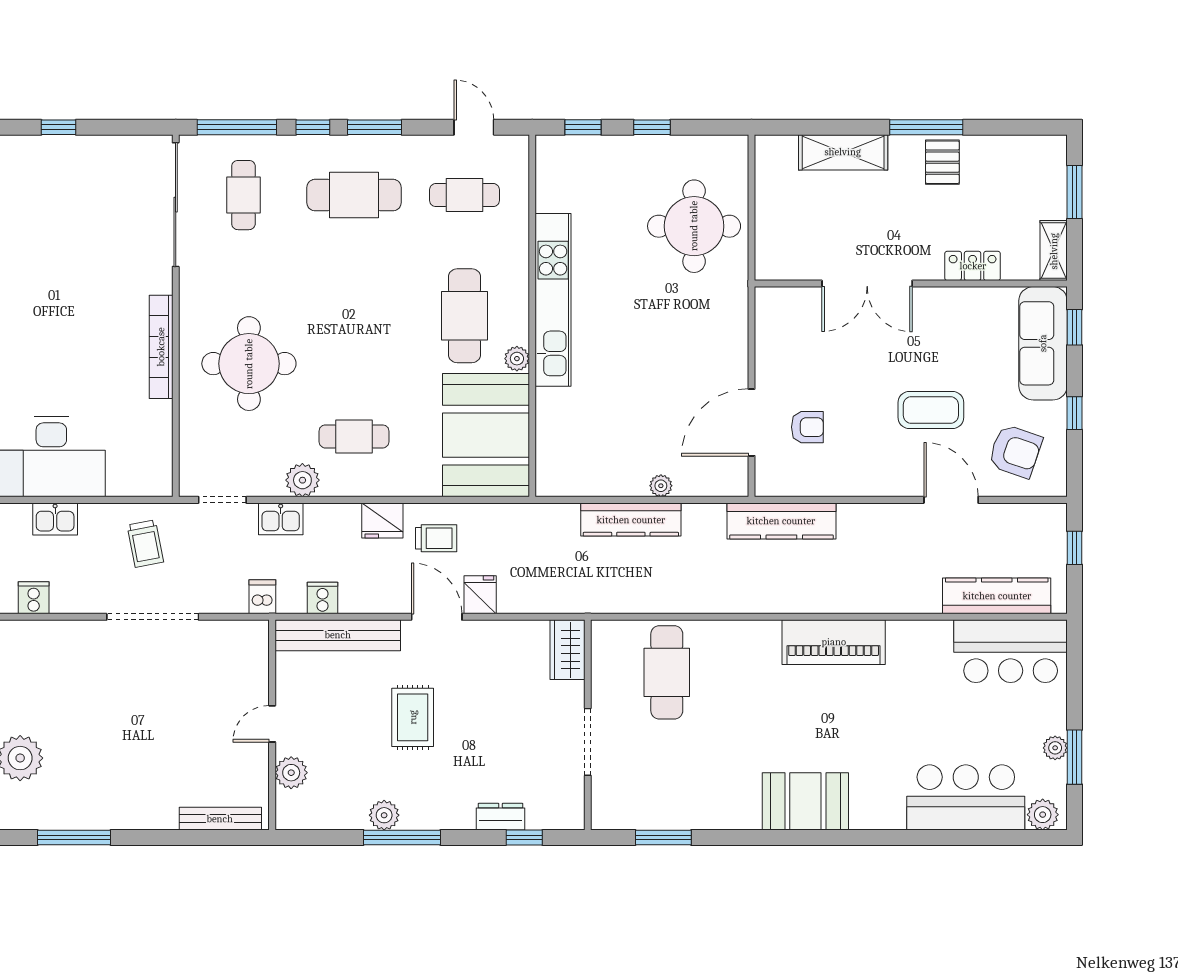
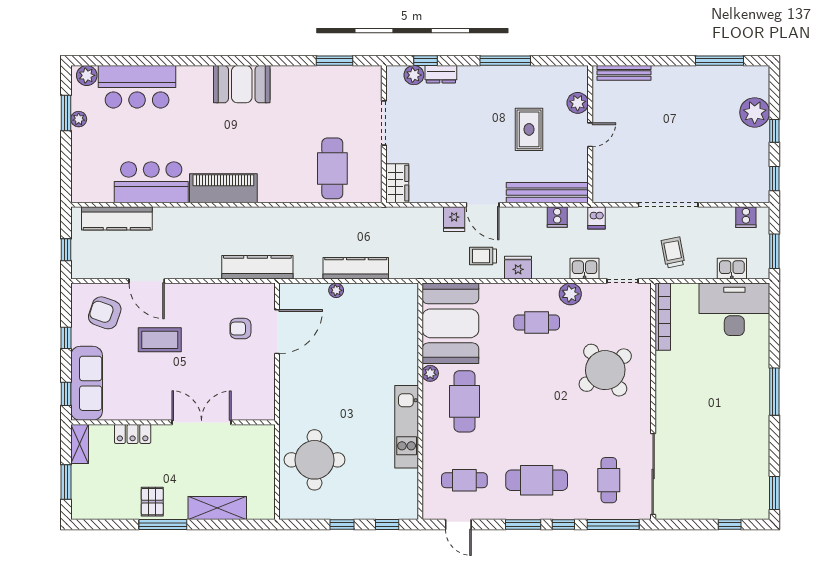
kitchen unit: (553, 300) -> (407, 427), width x0.73
bookcase: (161, 347) -> (663, 317), moved
round table: (249, 364) -> (605, 370), turned -37
bar counter: (1011, 651) -> (151, 182), moved
rug: (413, 717) -> (529, 129), moved
plant: (384, 815) -> (414, 75), moved

